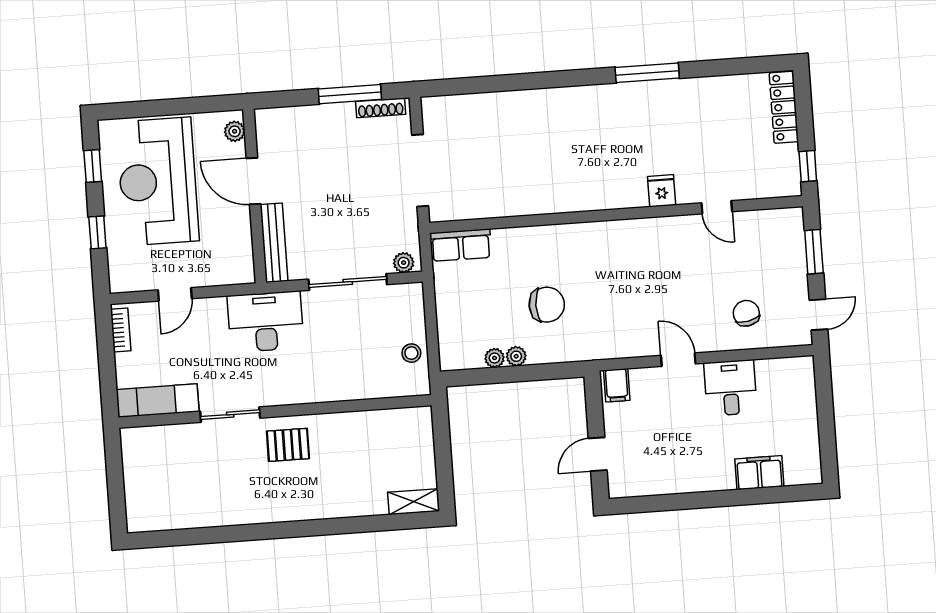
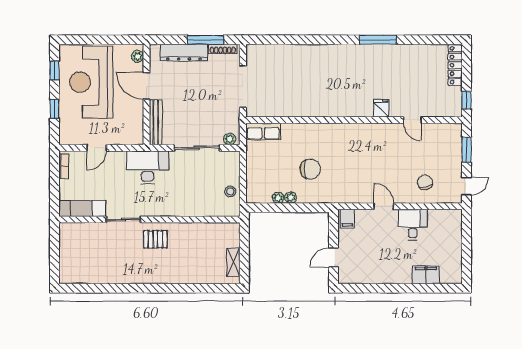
dresser: (314, 119) -> (184, 52), added
shelving: (414, 502) -> (233, 262), moved, turned 90

